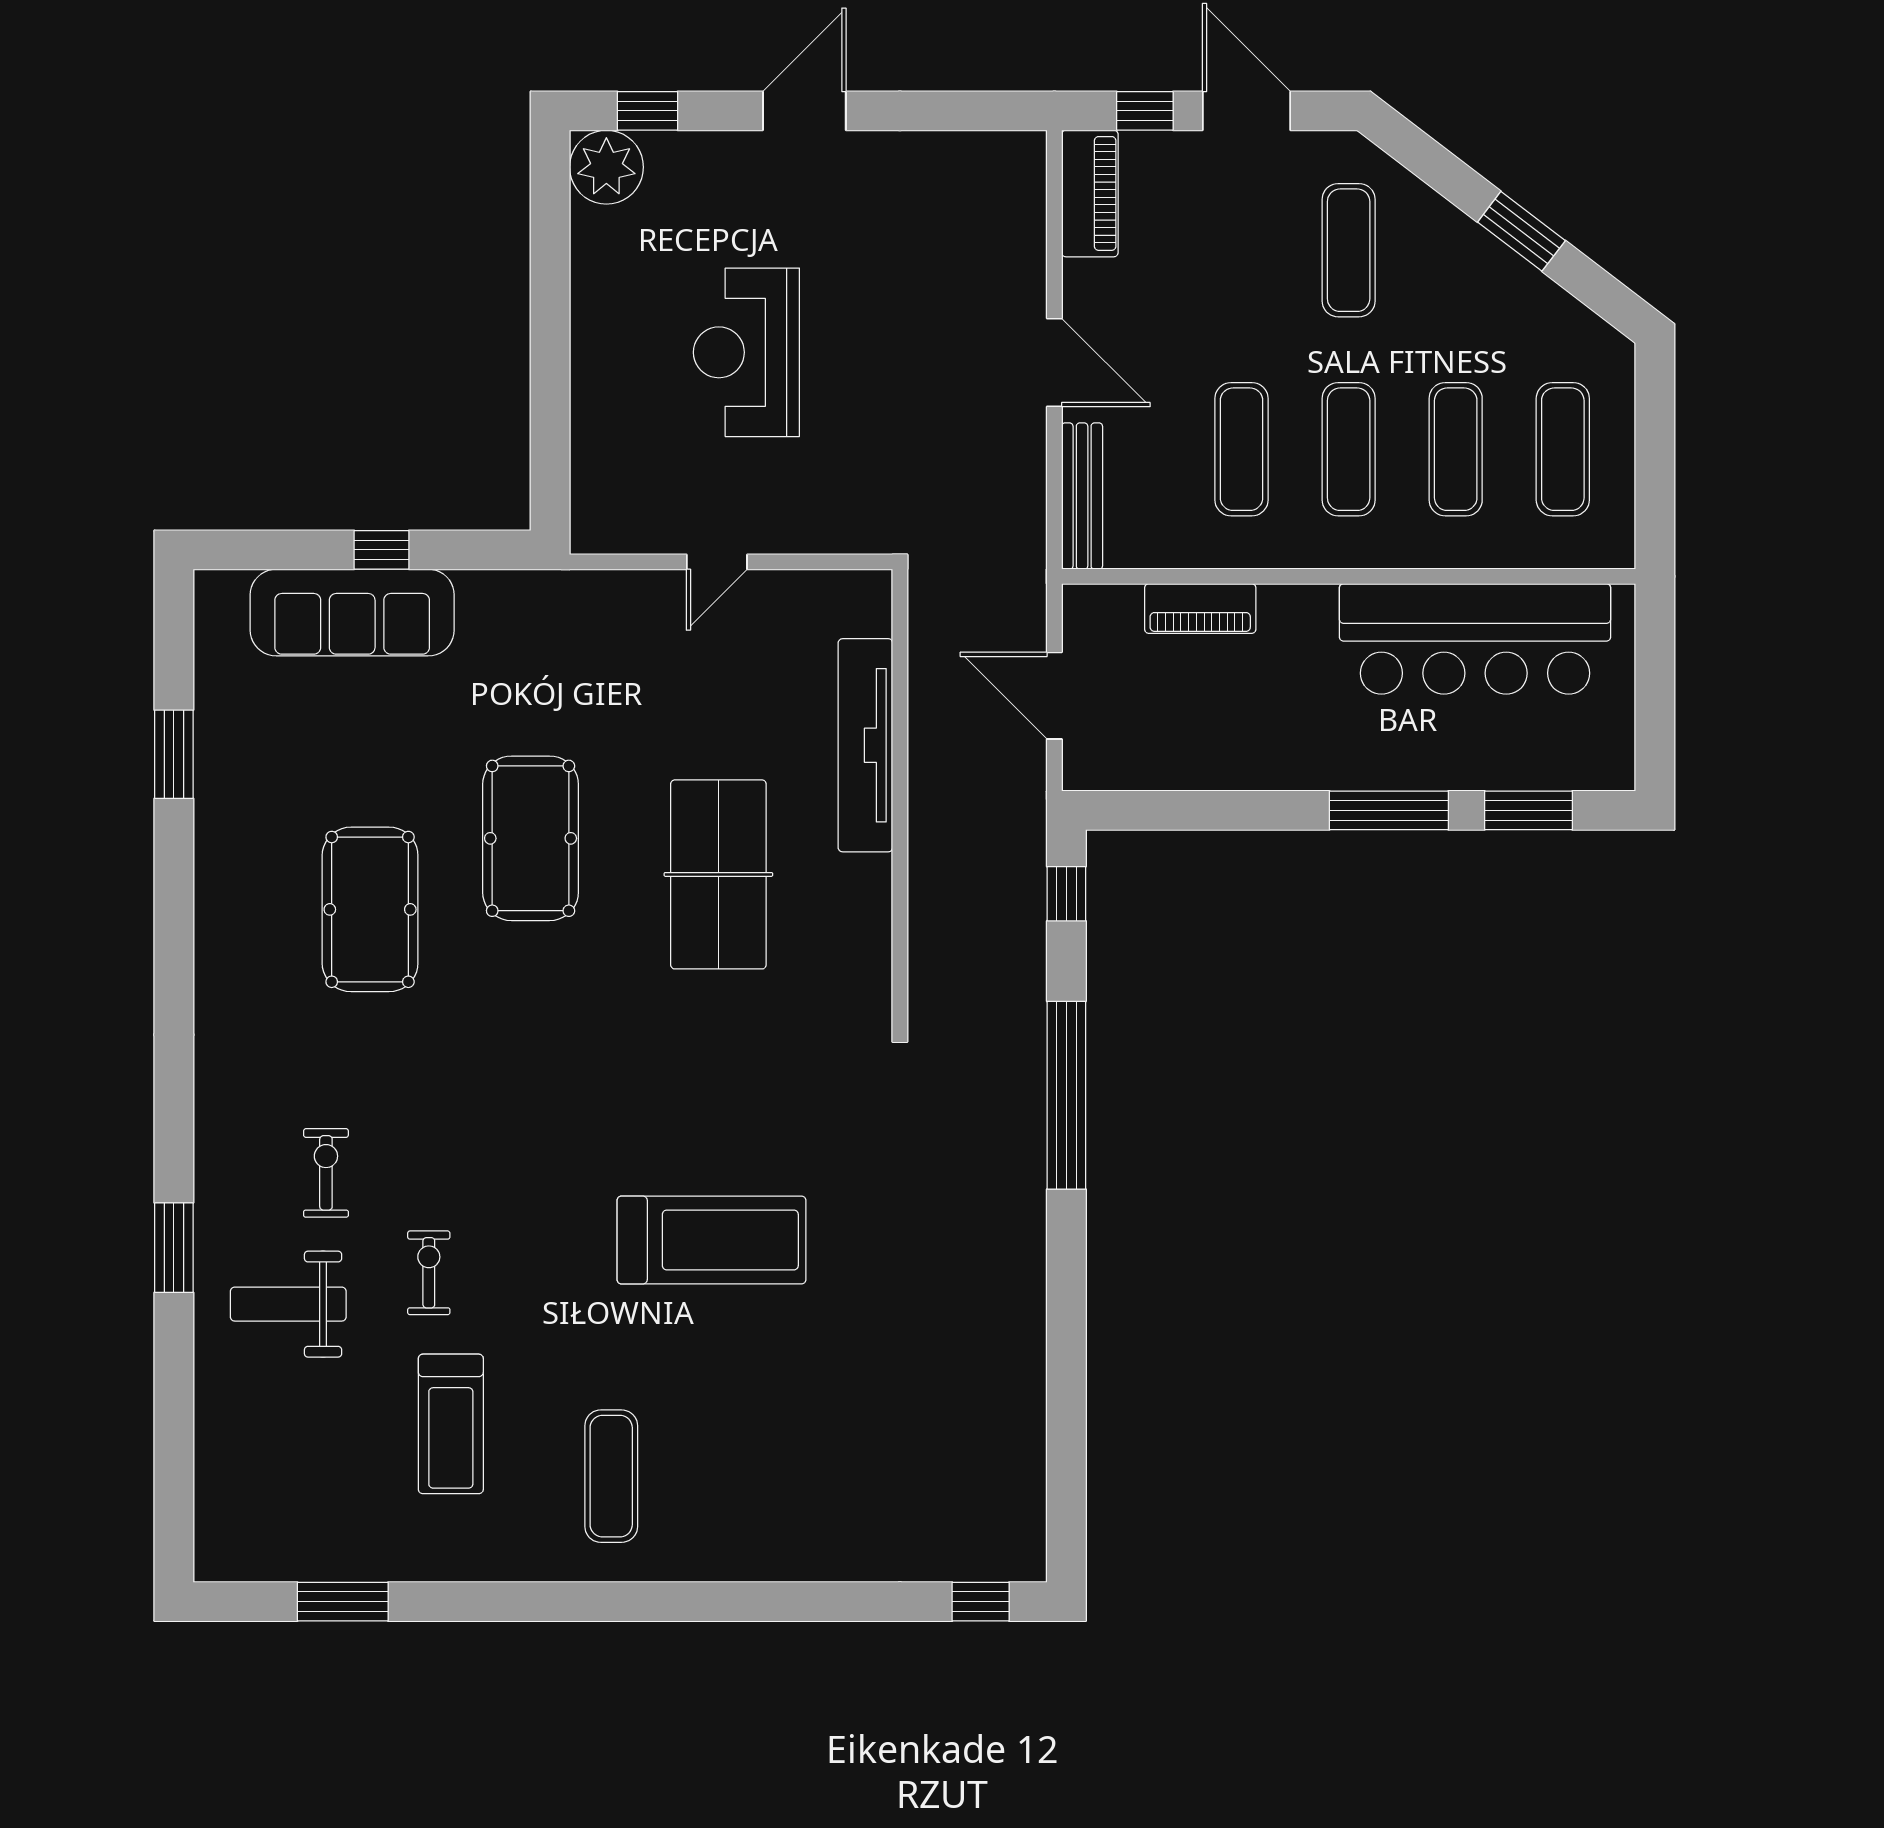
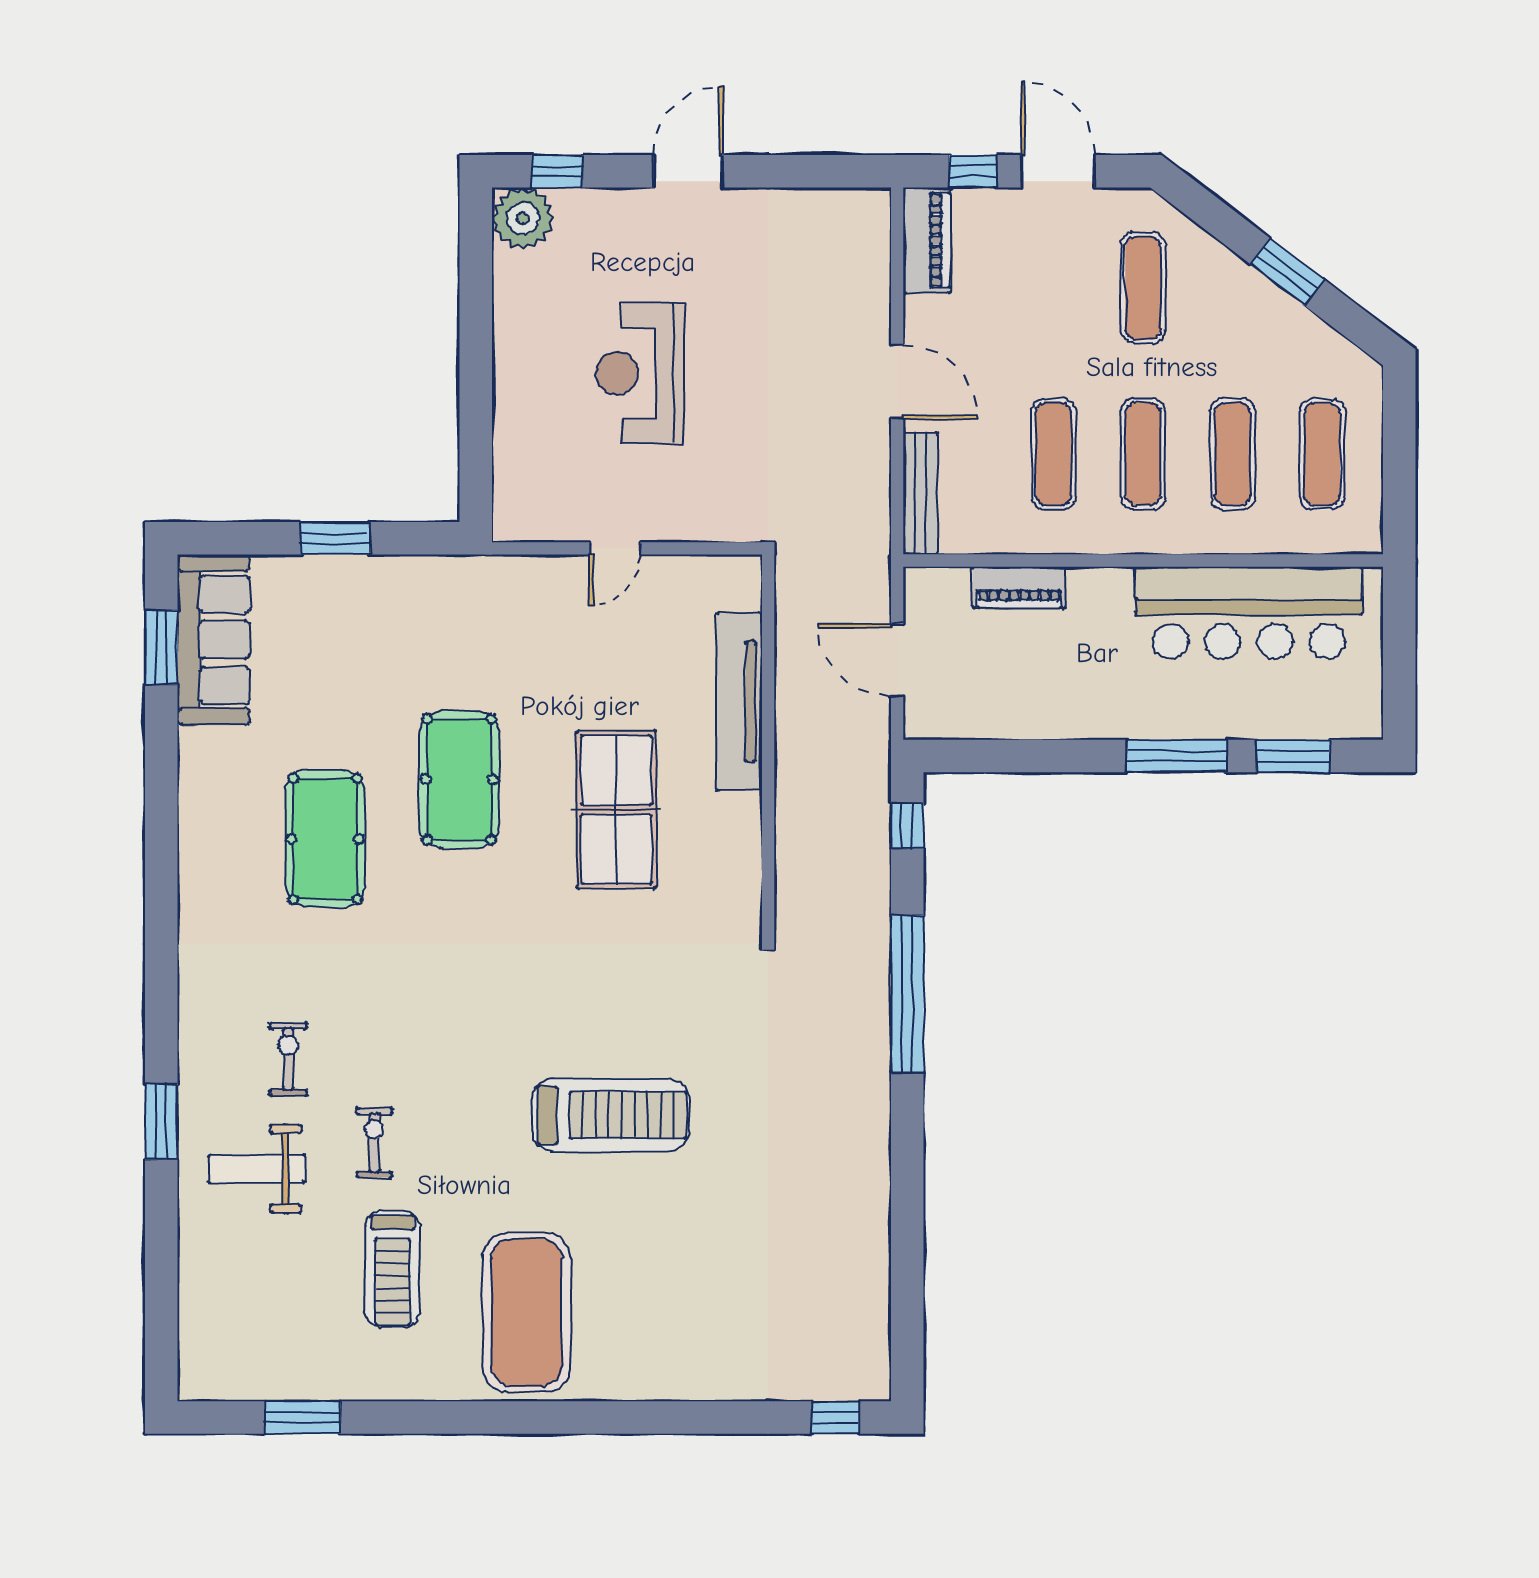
window: (381, 550) -> (335, 538), width x1.50
sofa: (352, 613) -> (214, 640), moved, turned -90
window: (174, 754) -> (161, 647), moved
exercise mat: (611, 1476) -> (527, 1313), width x2.00, depth x1.45

